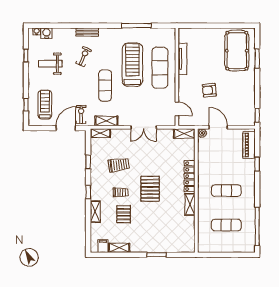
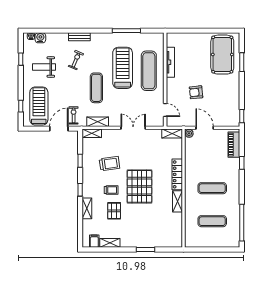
treadmill: (45, 105) -> (39, 106), width x1.37, depth x1.38
double door: (144, 127) -> (133, 128), swing flipped
pallet: (150, 189) -> (139, 186), width x1.37, depth x1.41

